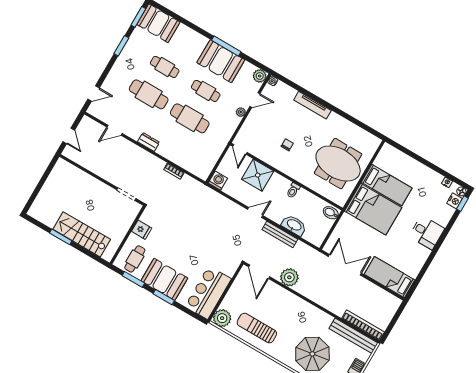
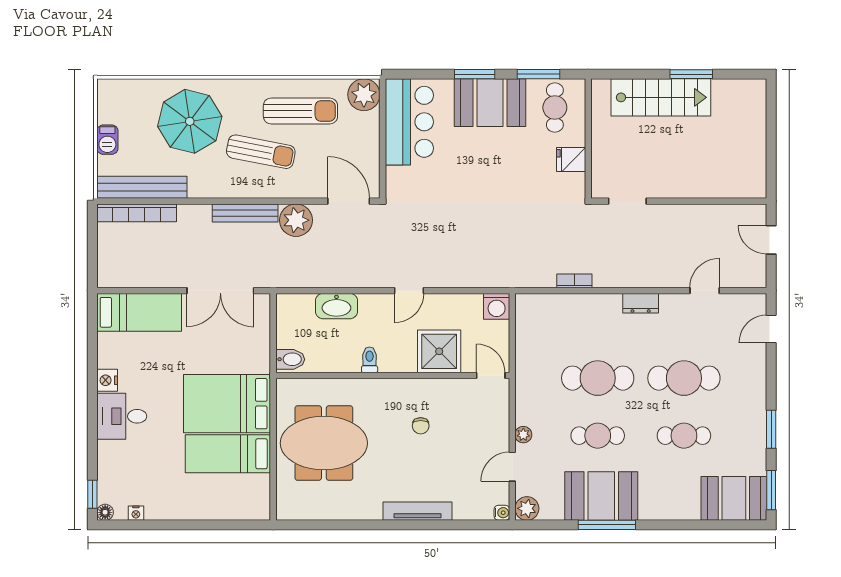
nightstand: (455, 201) -> (107, 380), moved
bench: (280, 234) -> (245, 213), moved
sun lounger: (287, 320) -> (261, 152), added

